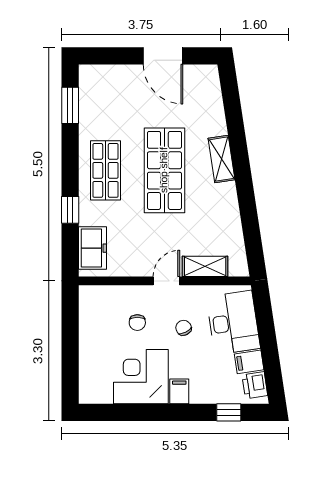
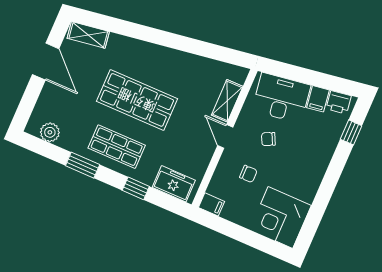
door: (163, 56) -> (46, 62), hinge flipped
plant: (90, 93) -> (50, 132), added
window: (70, 105) -> (83, 165), moved
shelving: (221, 159) -> (88, 35), moved
corner desk: (141, 377) -> (280, 217), moved
filing cabinet: (179, 391) -> (212, 204), moved, turned 180

